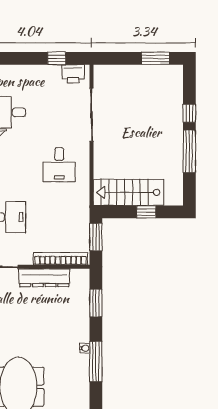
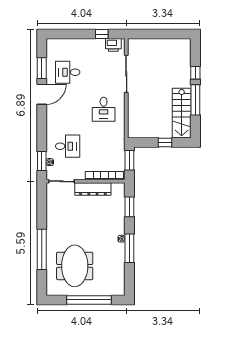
window: (155, 58) -> (171, 34), removed
stairs: (129, 192) -> (182, 113), moved, turned -90

